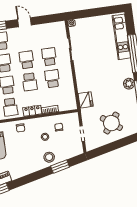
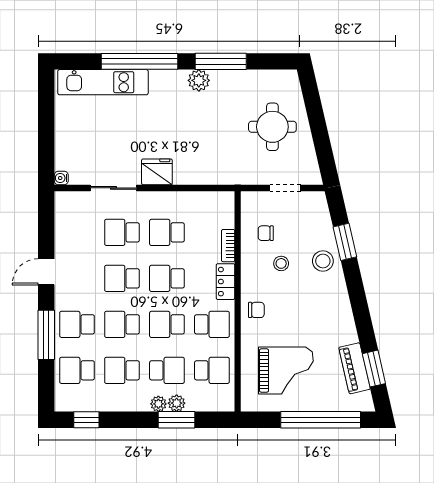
school desk: (30, 82) -> (167, 278), turned 180
fridge: (86, 100) -> (157, 172), moved
round table: (111, 123) -> (272, 127), turned -37

